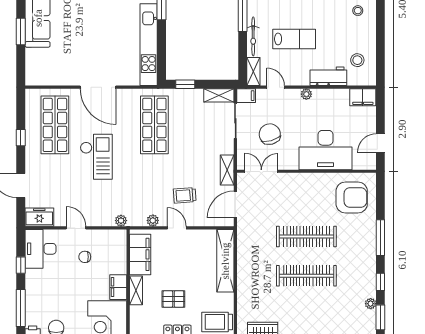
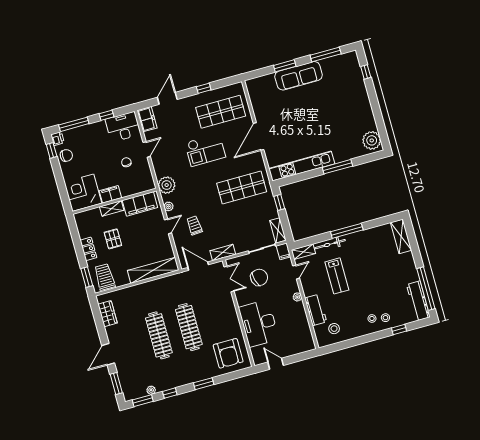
filing cabinet: (363, 97) -> (307, 341), removed
plant: (121, 221) -> (167, 185), width x1.87, depth x1.87
window: (380, 238) -> (204, 384), width x0.69

